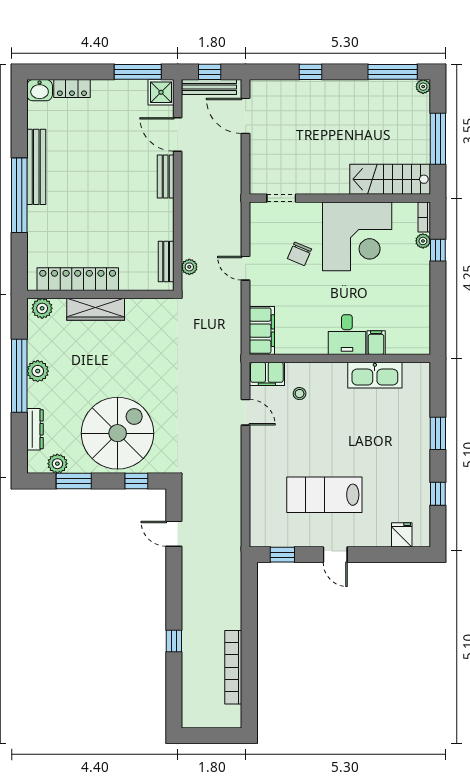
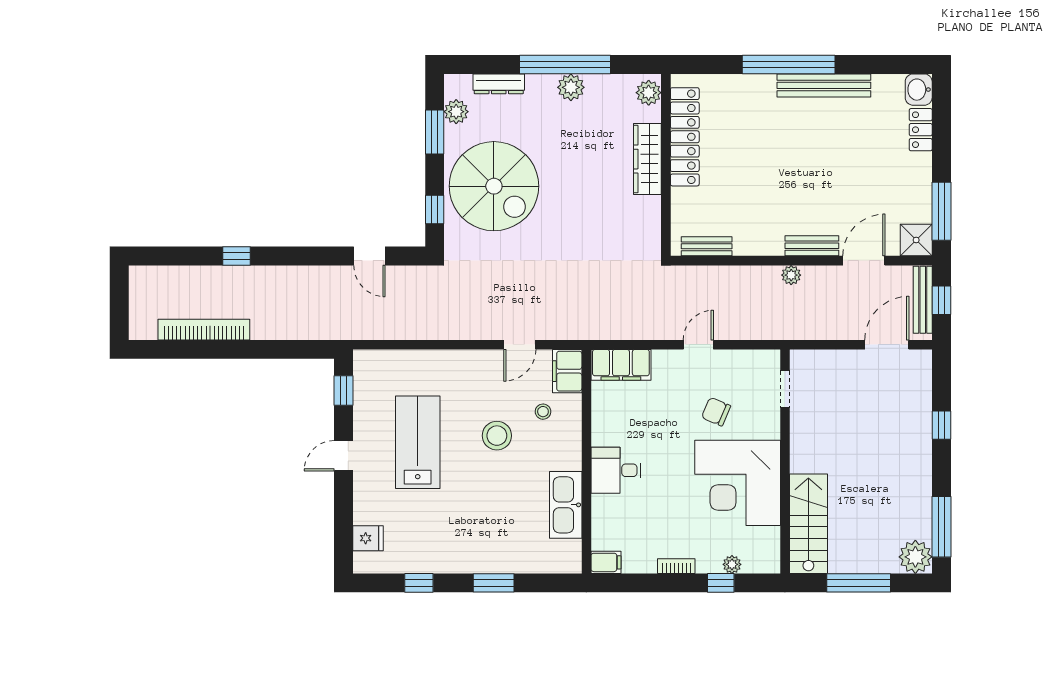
plant: (423, 87) -> (915, 557), width x1.88, depth x1.88
bookcase: (424, 217) -> (676, 566), moved
plant: (189, 267) -> (791, 275), moved
filing cabinet: (376, 343) -> (606, 562), moved
stool: (319, 431) -> (497, 436), added
door: (174, 534) -> (369, 256), swing flipped

